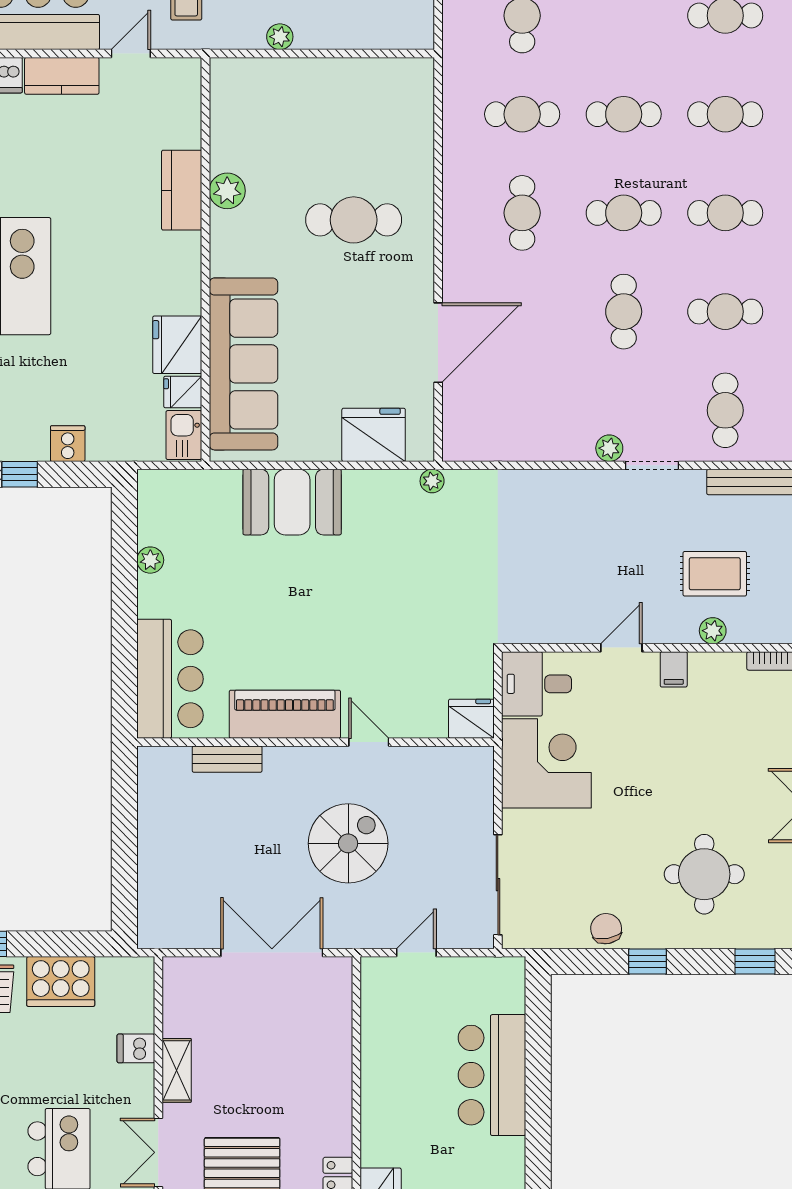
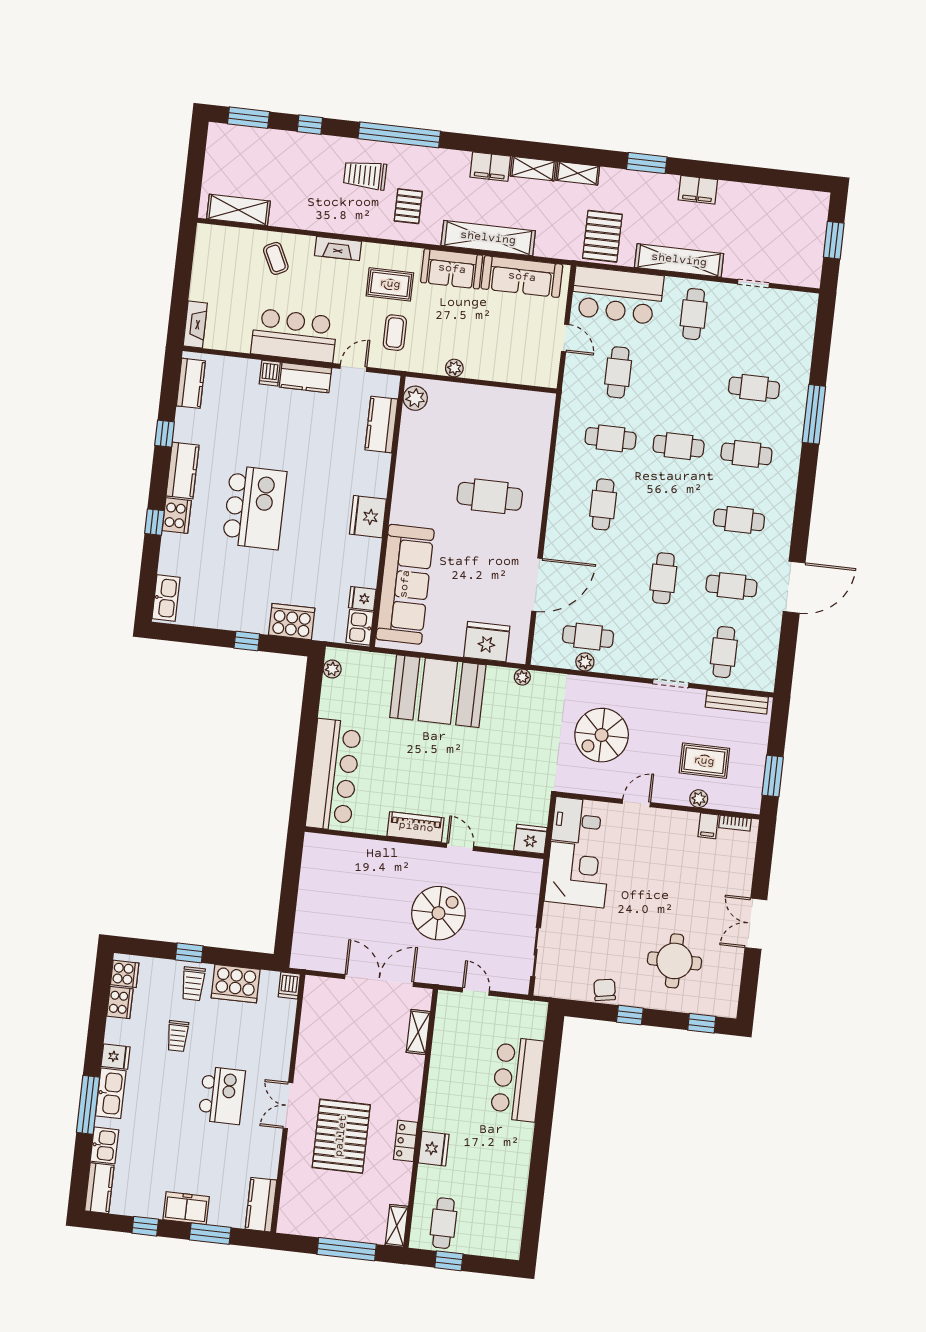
kitchen counter: (182, 190) -> (381, 425), moved
plant: (227, 191) -> (415, 398), moved
cafe table: (624, 213) -> (588, 637), moved
fridge: (177, 345) -> (368, 517), moved
cooker: (68, 444) -> (292, 622), width x1.87, depth x1.31
plant: (609, 448) -> (585, 662), moved
booth: (292, 502) -> (438, 691), width x1.36, depth x1.42
spiral stairs: (559, 553) -> (602, 735), added
plant: (150, 560) -> (332, 669), moved
filing cabinet: (674, 669) -> (708, 826), moved
bar counter: (170, 679) -> (334, 775), width x1.36
piano: (285, 714) -> (416, 827), width x0.73, depth x0.75
bench: (227, 759) -> (364, 848), removed
sliding door: (498, 885) -> (536, 952), width x0.73
door: (416, 953) -> (476, 991), hinge flipped
dishwasher: (136, 1048) -> (289, 985), moved, turned -90
shelving: (177, 1070) -> (418, 1032), moved

